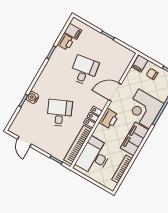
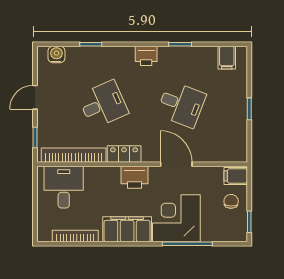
printer: (66, 42) -> (146, 56), moved
desk: (84, 71) -> (181, 104), turned 30
water cooler: (32, 97) -> (56, 55), moved
door: (24, 142) -> (35, 97), moved
desk: (94, 156) -> (64, 187), width x0.73

